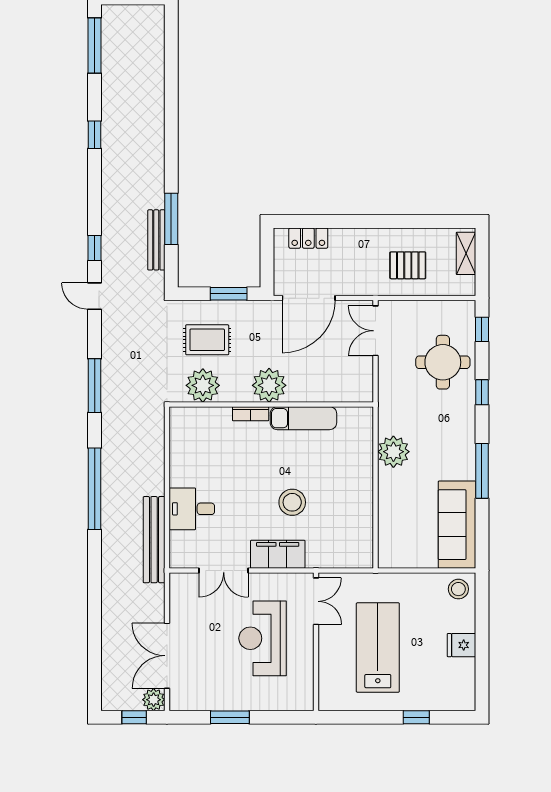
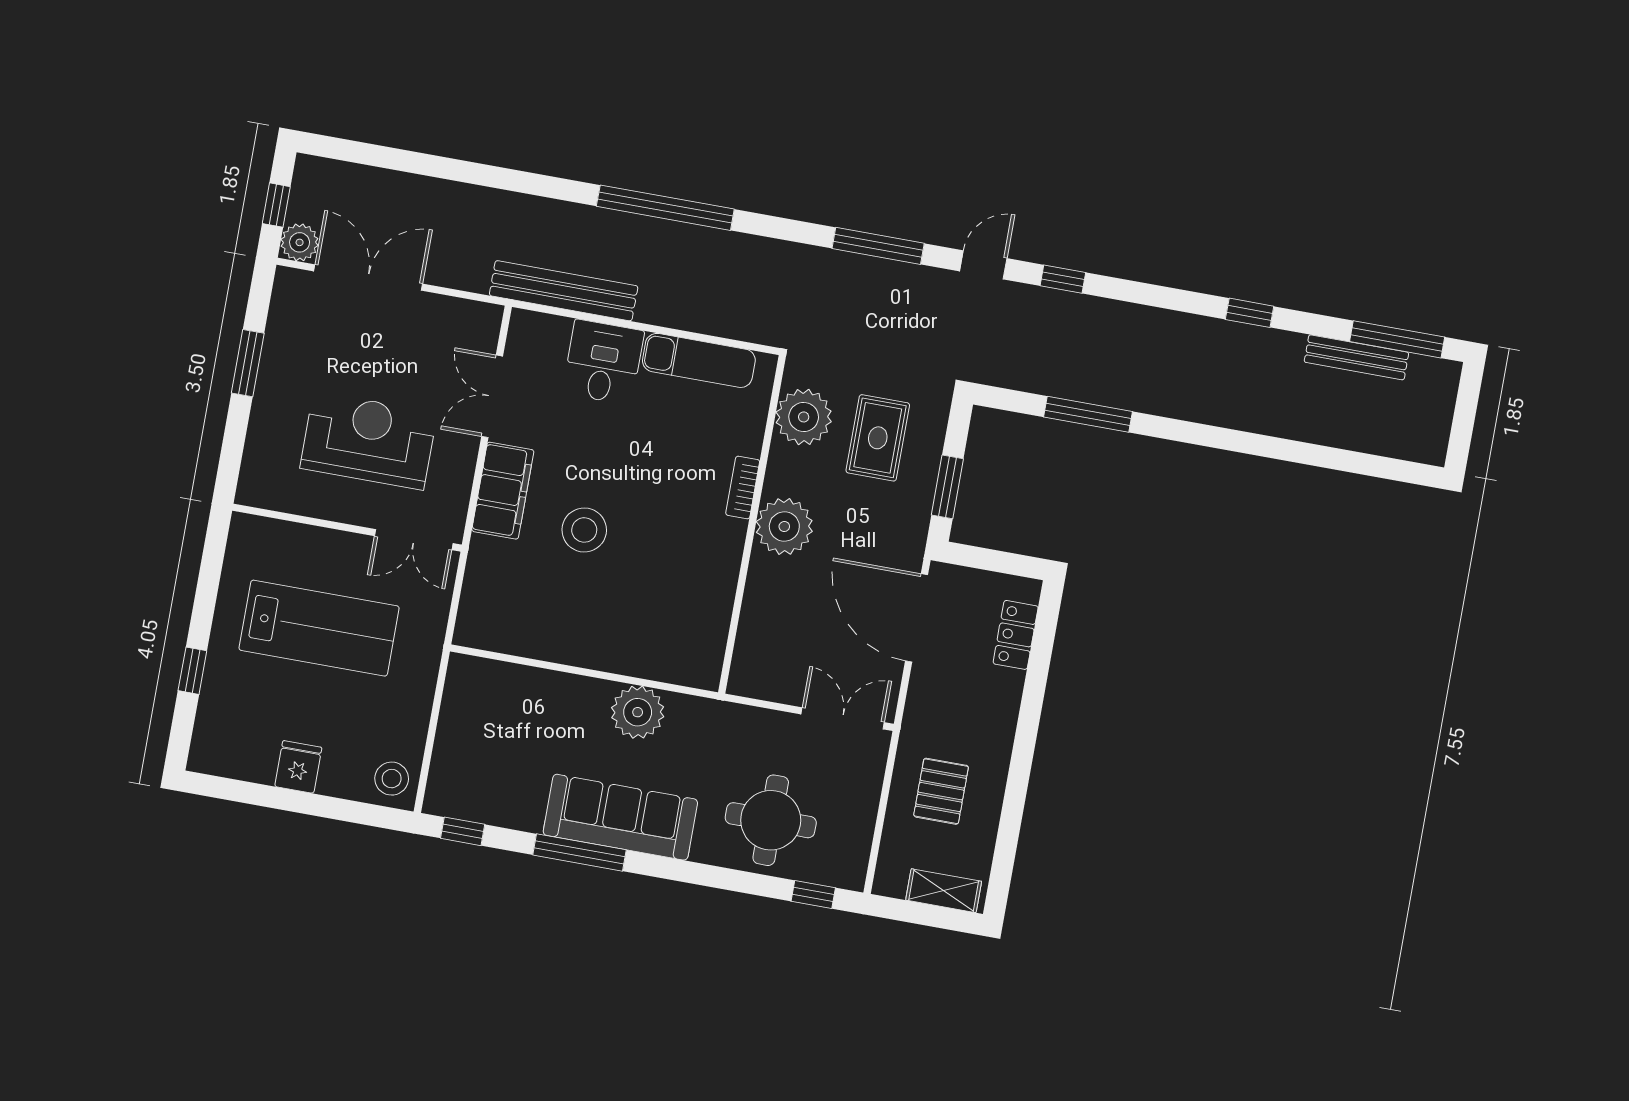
bench: (156, 240) -> (1356, 357), moved
window: (95, 386) -> (878, 246), moved
window: (482, 392) -> (463, 831), moved
exam couch: (303, 418) -> (699, 360), moved, turned -90
sofa: (457, 525) -> (620, 817), moved

